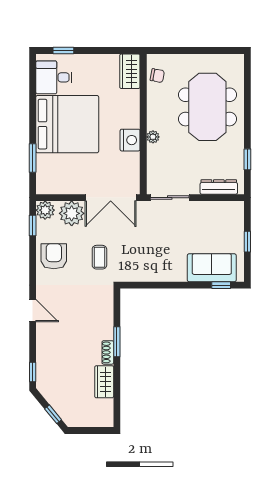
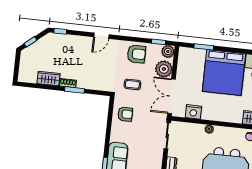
nightstand: (130, 140) -> (193, 112), moved
armchair: (144, 263) -> (125, 114), added

